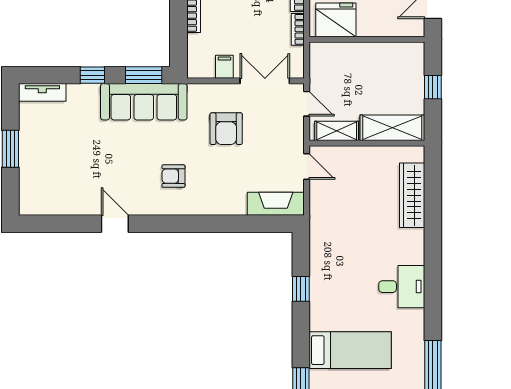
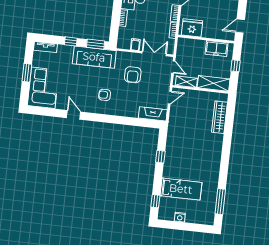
freezer: (390, 56) -> (217, 48), added
door: (307, 166) -> (170, 97), hinge flipped
corner sofa: (47, 176) -> (43, 88), added
desk: (402, 287) -> (209, 161), removed

